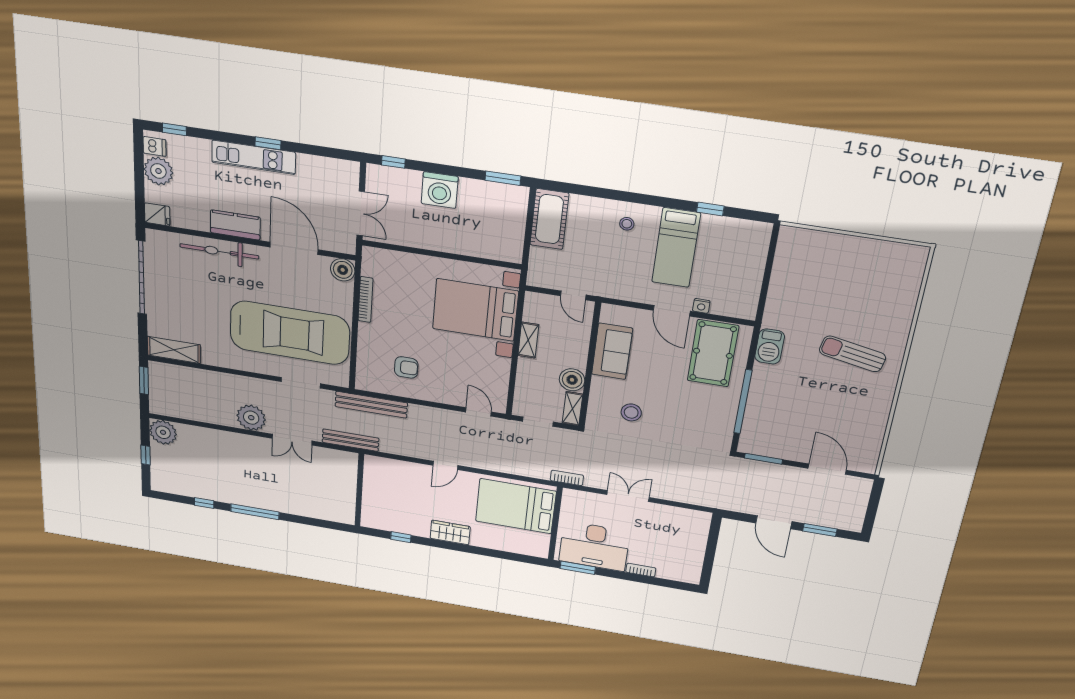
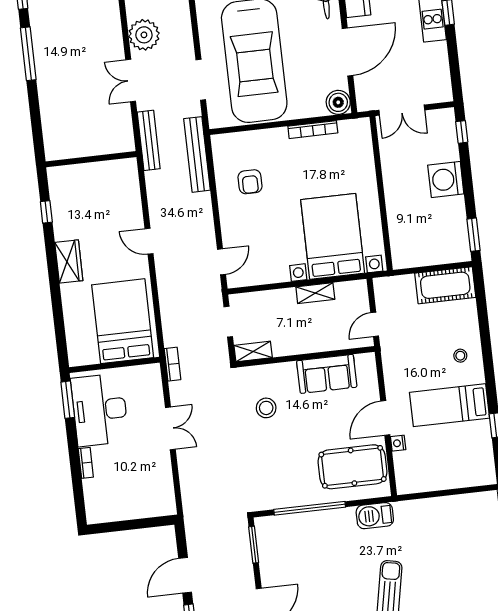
boiler: (572, 380) -> (285, 344), removed

